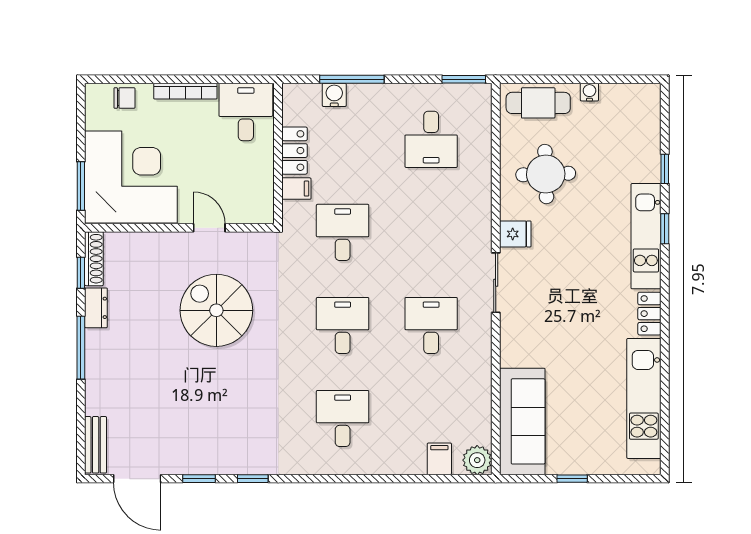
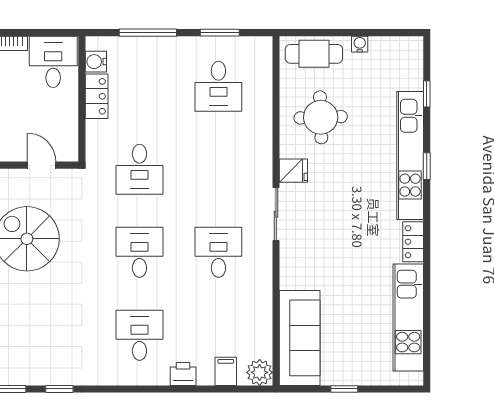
window: (464, 79) -> (220, 33), moved
water cooler: (334, 95) -> (96, 62), moved, turned -90
window: (665, 169) -> (427, 94), moved
filing cabinet: (296, 189) -> (98, 130), removed
door: (209, 228) -> (42, 165), moved
desk: (343, 232) -> (139, 169), turned 180
kitchen unit: (646, 236) -> (410, 156), width x1.36
printer: (391, 462) -> (183, 374), added

